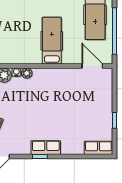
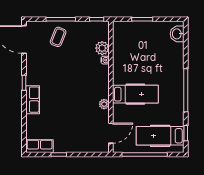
plant: (27, 73) -> (104, 104), moved
row of seats: (46, 148) -> (33, 100), moved
row of seats: (98, 148) -> (40, 146), moved, turned -90

